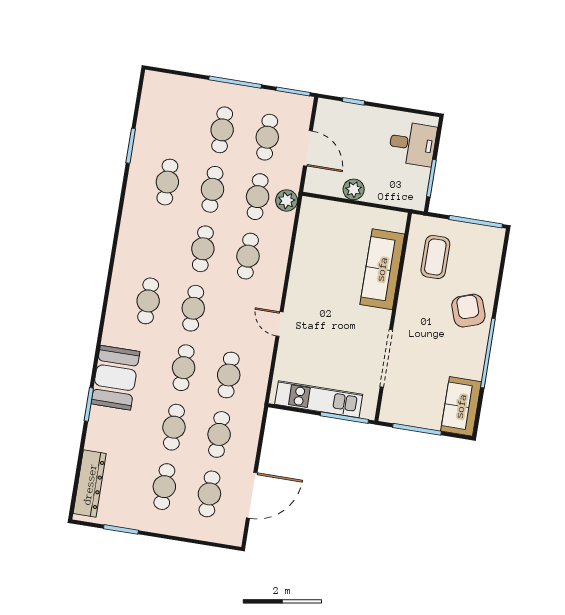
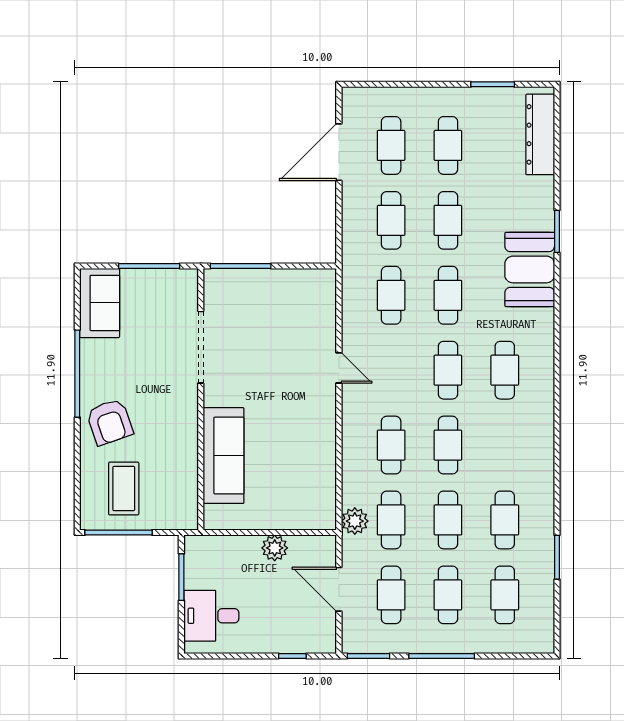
cafe table: (177, 123) -> (505, 595), added
coffee table: (435, 257) -> (124, 488), moved
kitchen unit: (319, 399) -> (276, 283), removed

